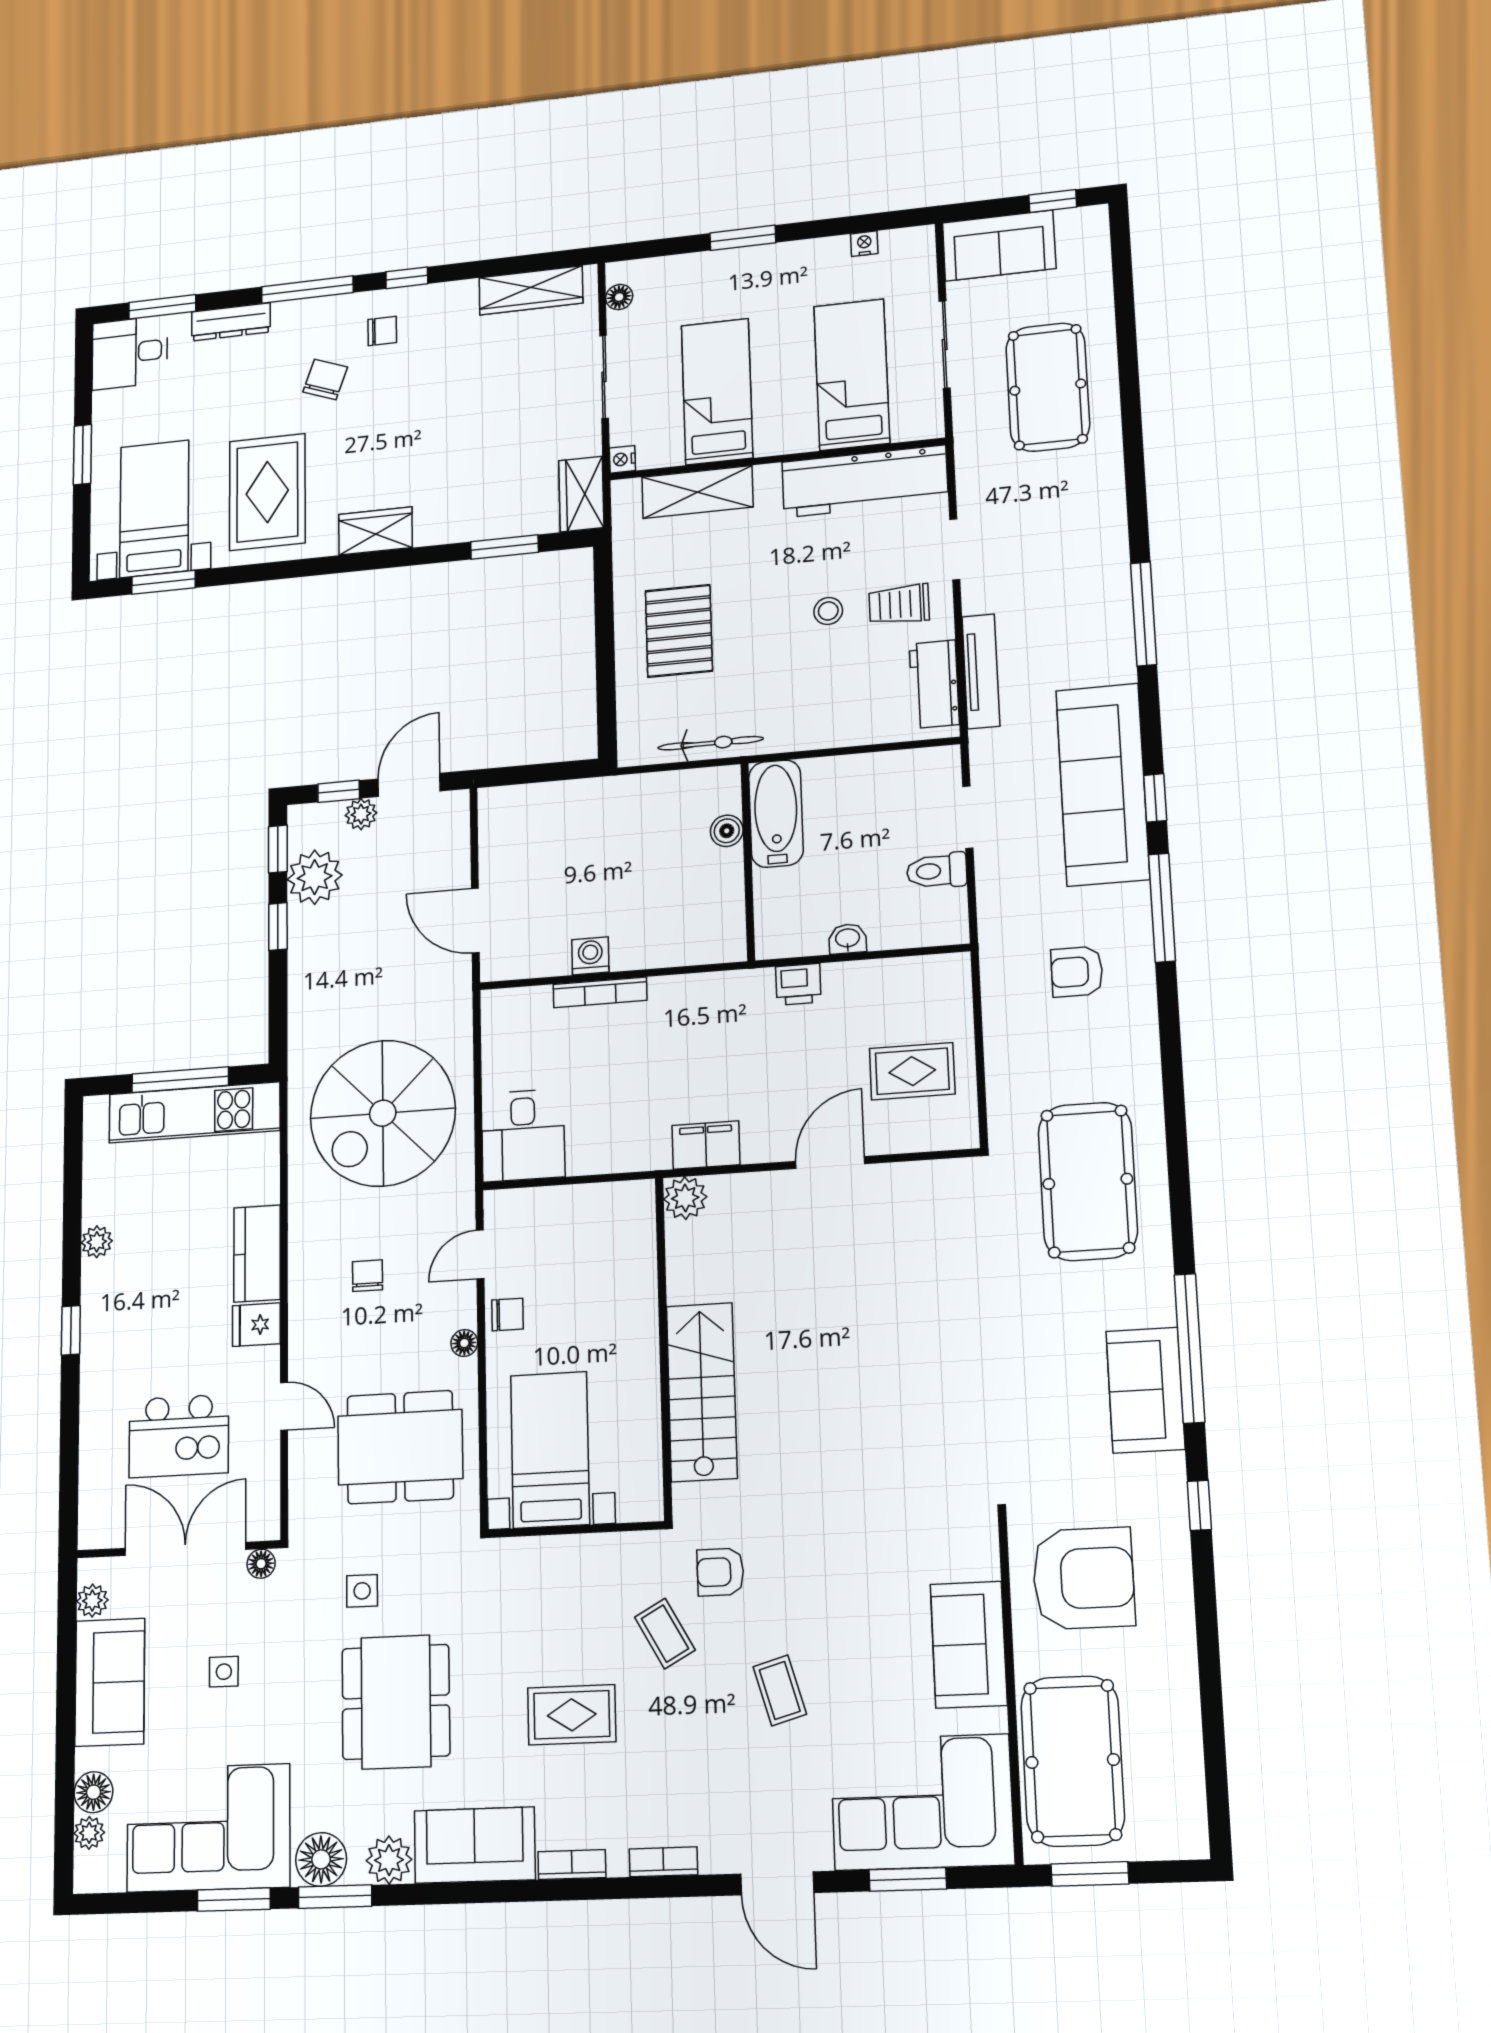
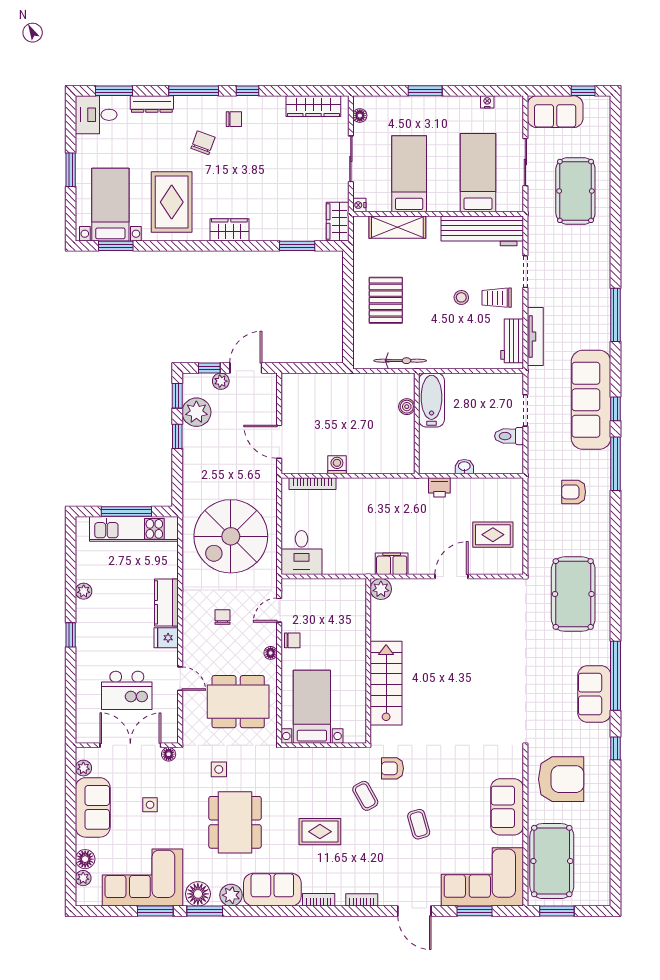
bookcase: (600, 992) -> (313, 484), moved

